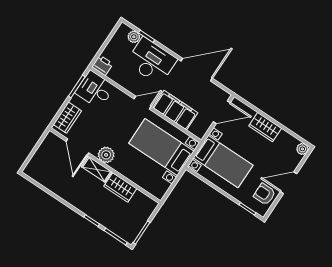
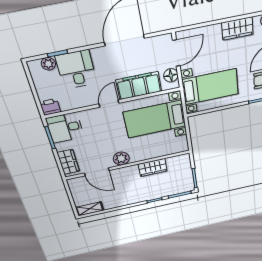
desk: (151, 61) -> (76, 70), width x0.73
floor lamp: (204, 125) -> (171, 75), added
wardrobe: (265, 127) -> (237, 29), moved
shelving: (97, 169) -> (90, 209), moved

